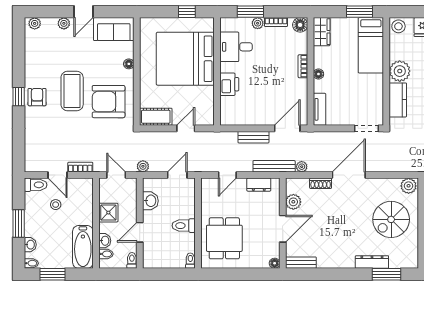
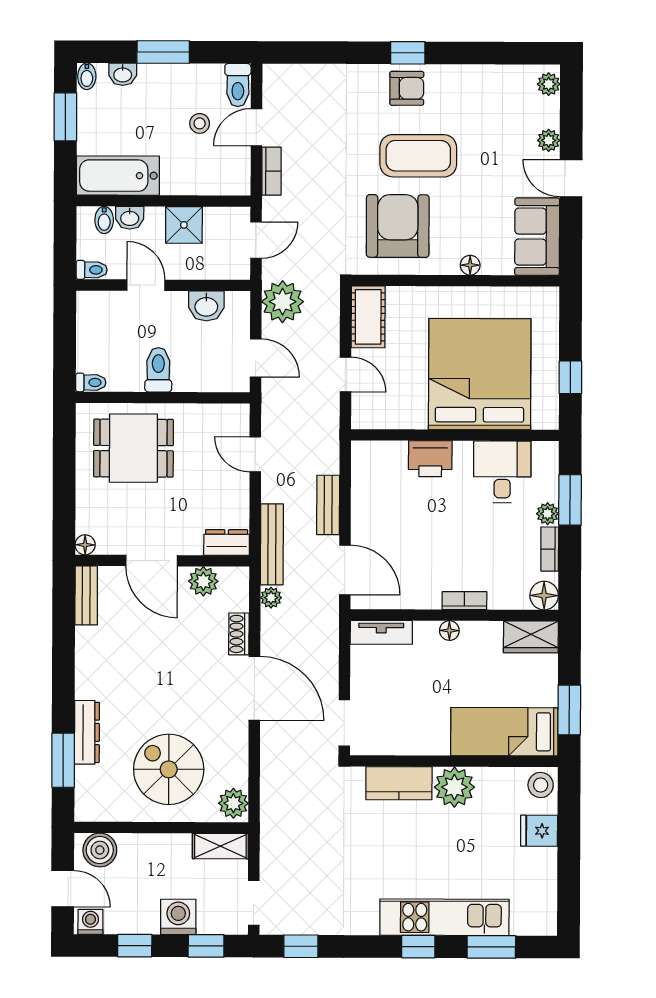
plant: (143, 166) -> (283, 302), width x1.88, depth x1.88
dresser: (259, 185) -> (227, 542), moved, turned 90

